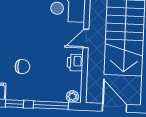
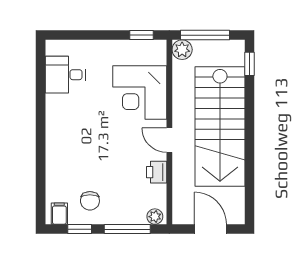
door: (86, 39) -> (169, 140), hinge flipped
chair: (22, 67) -> (90, 201), moved, turned 90

